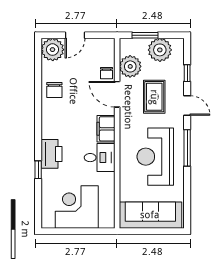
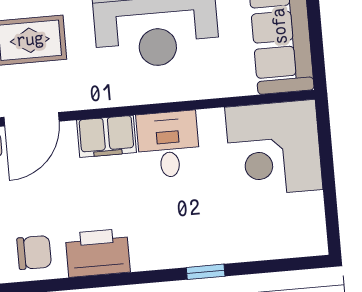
printer: (52, 154) -> (98, 253), moved
corner desk: (77, 207) -> (274, 148), moved

